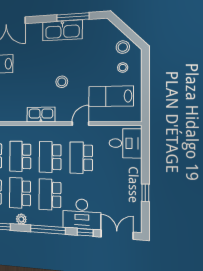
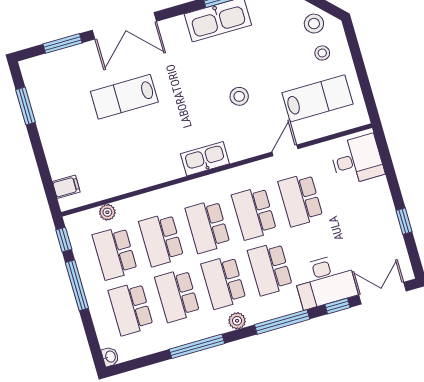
lab bench: (111, 96) -> (317, 98), turned 180
kitchen sink: (41, 115) -> (205, 159), moved

